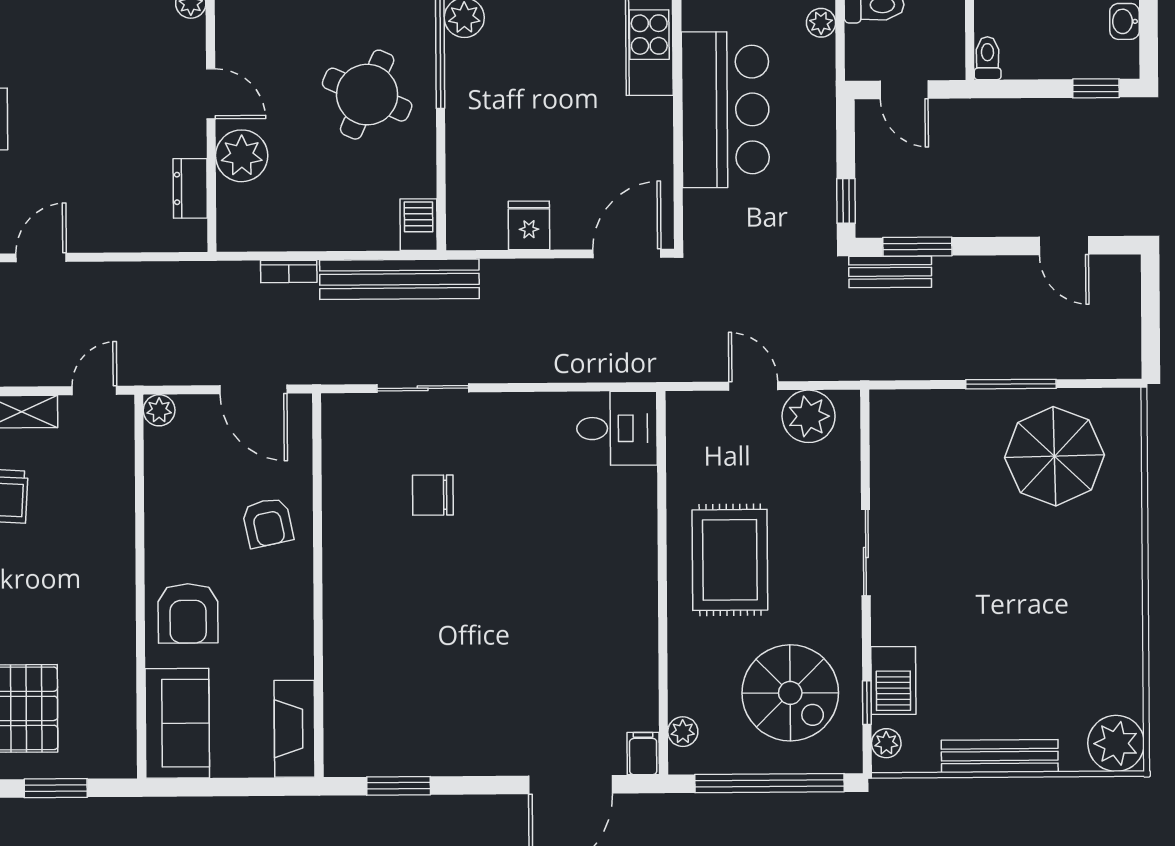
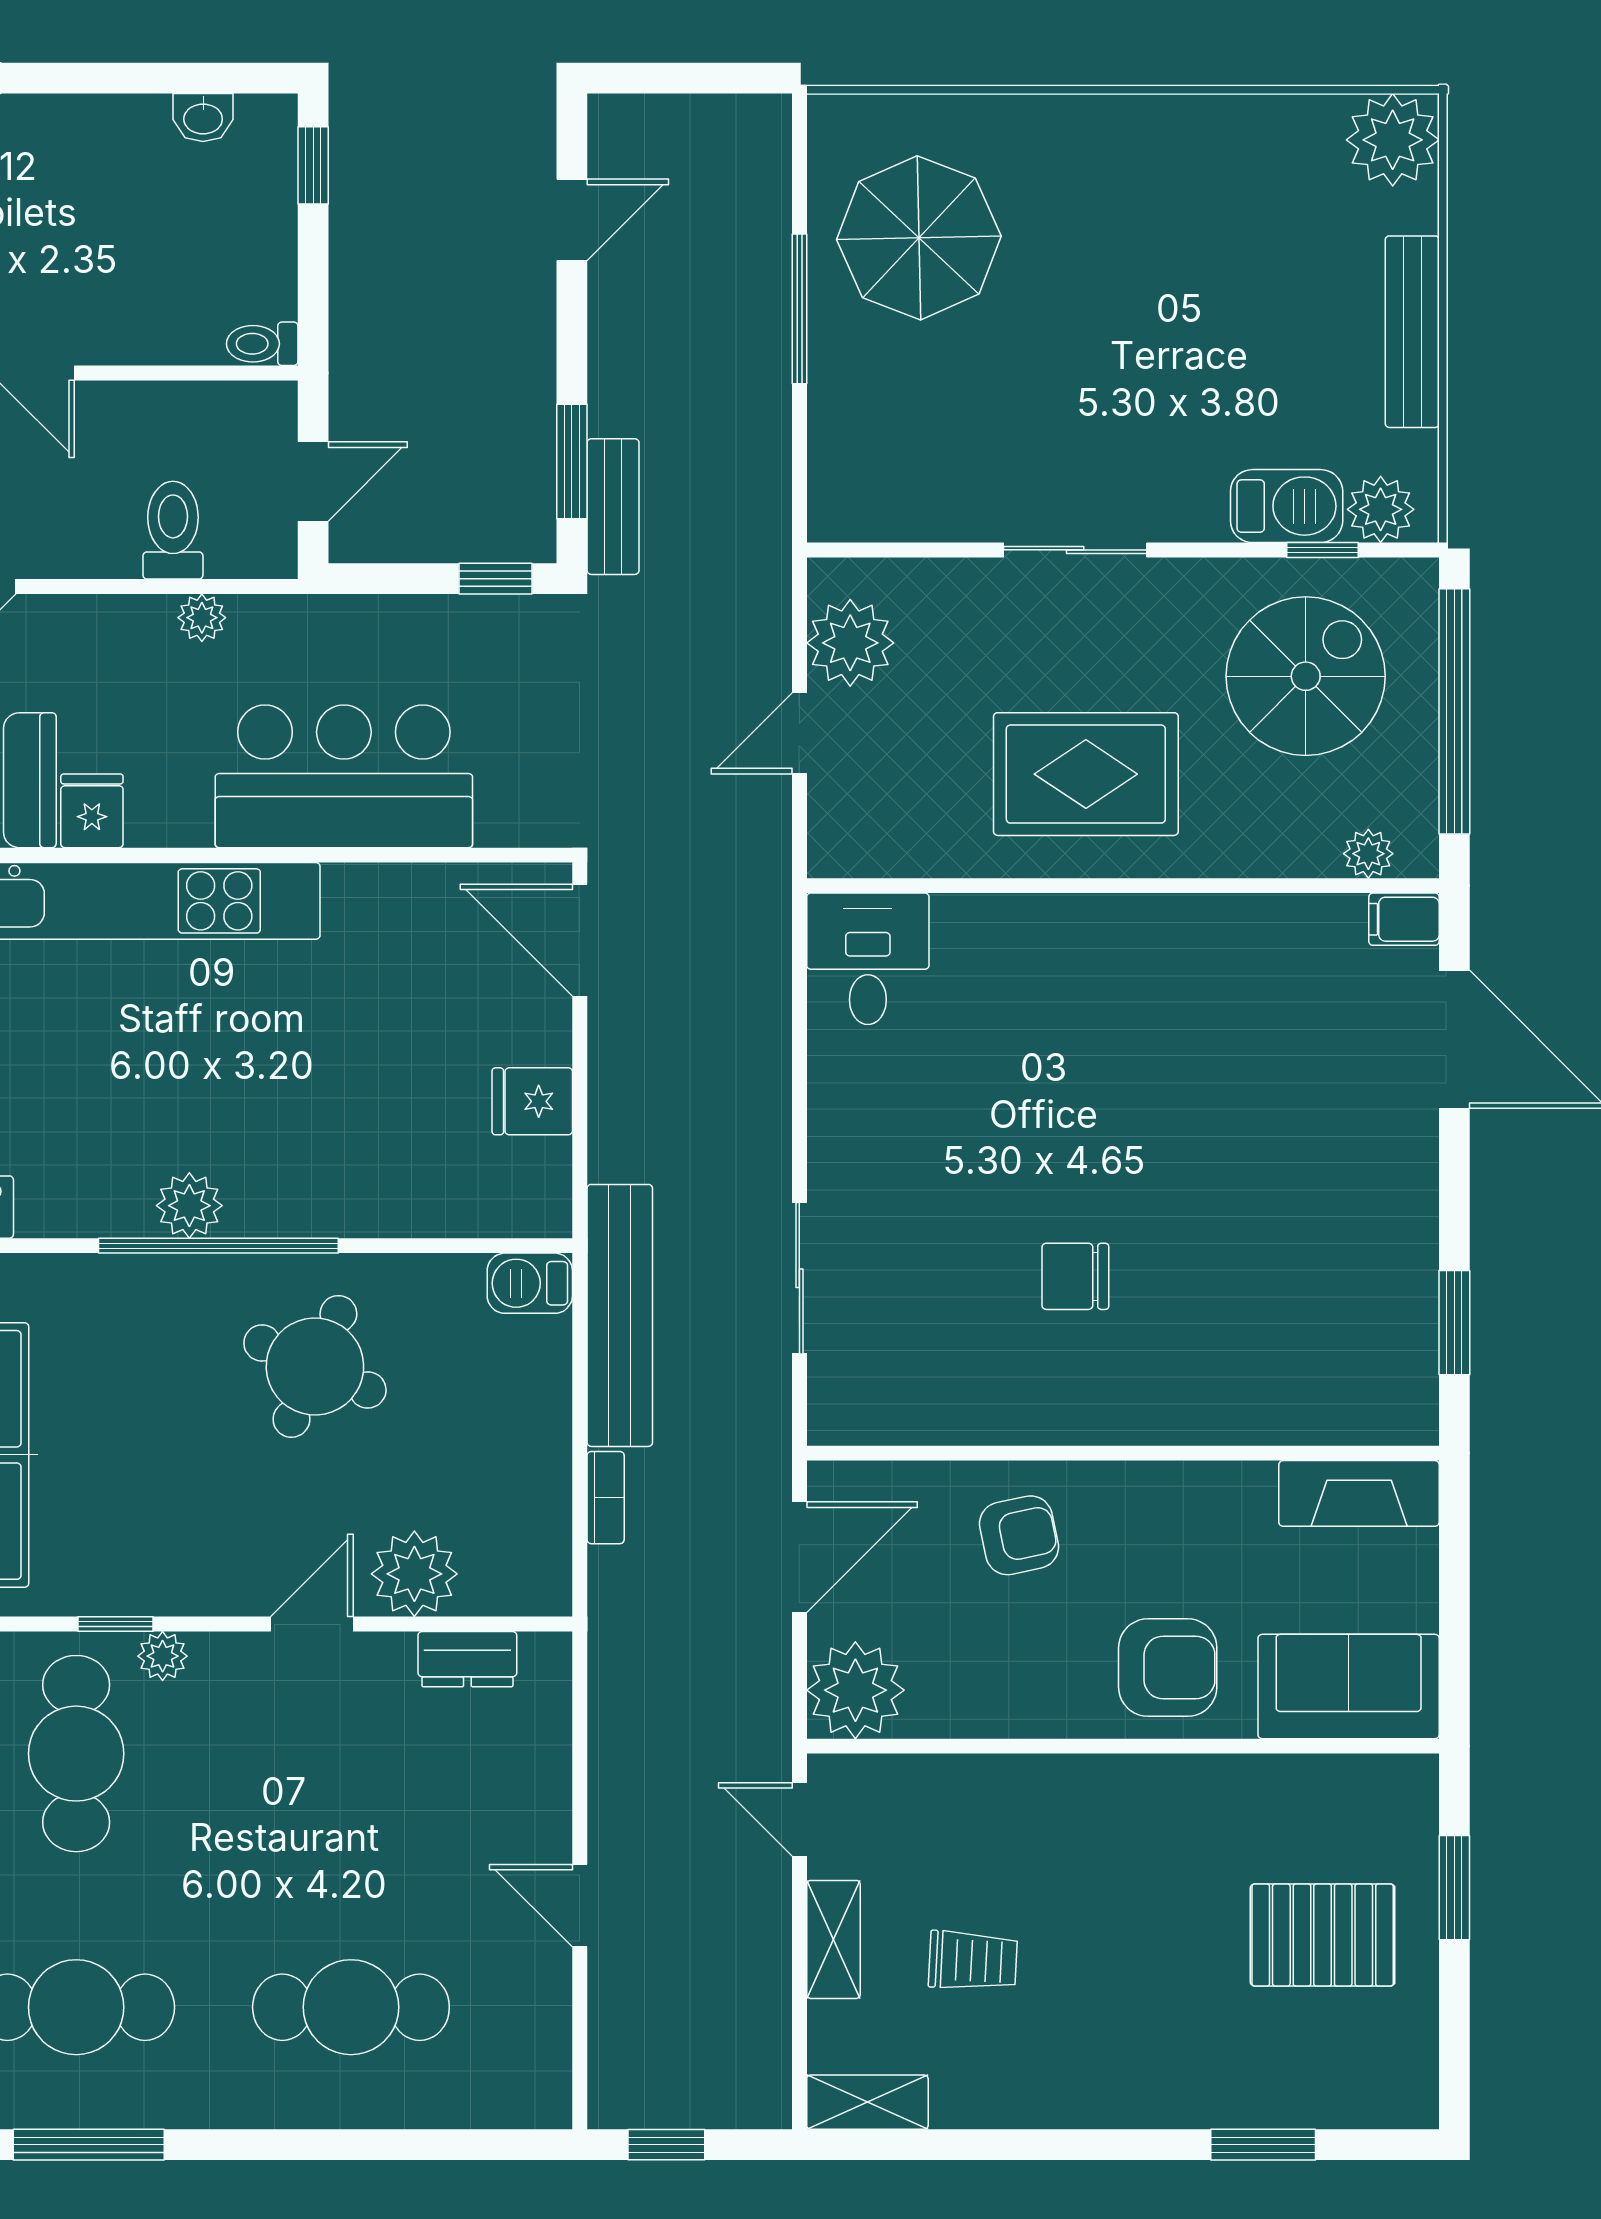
plant: (159, 410) -> (855, 1690), width x1.88, depth x1.88
chair: (433, 495) -> (1075, 1276), moved, turned 90
plant: (886, 743) -> (1381, 509), width x1.38, depth x1.38

